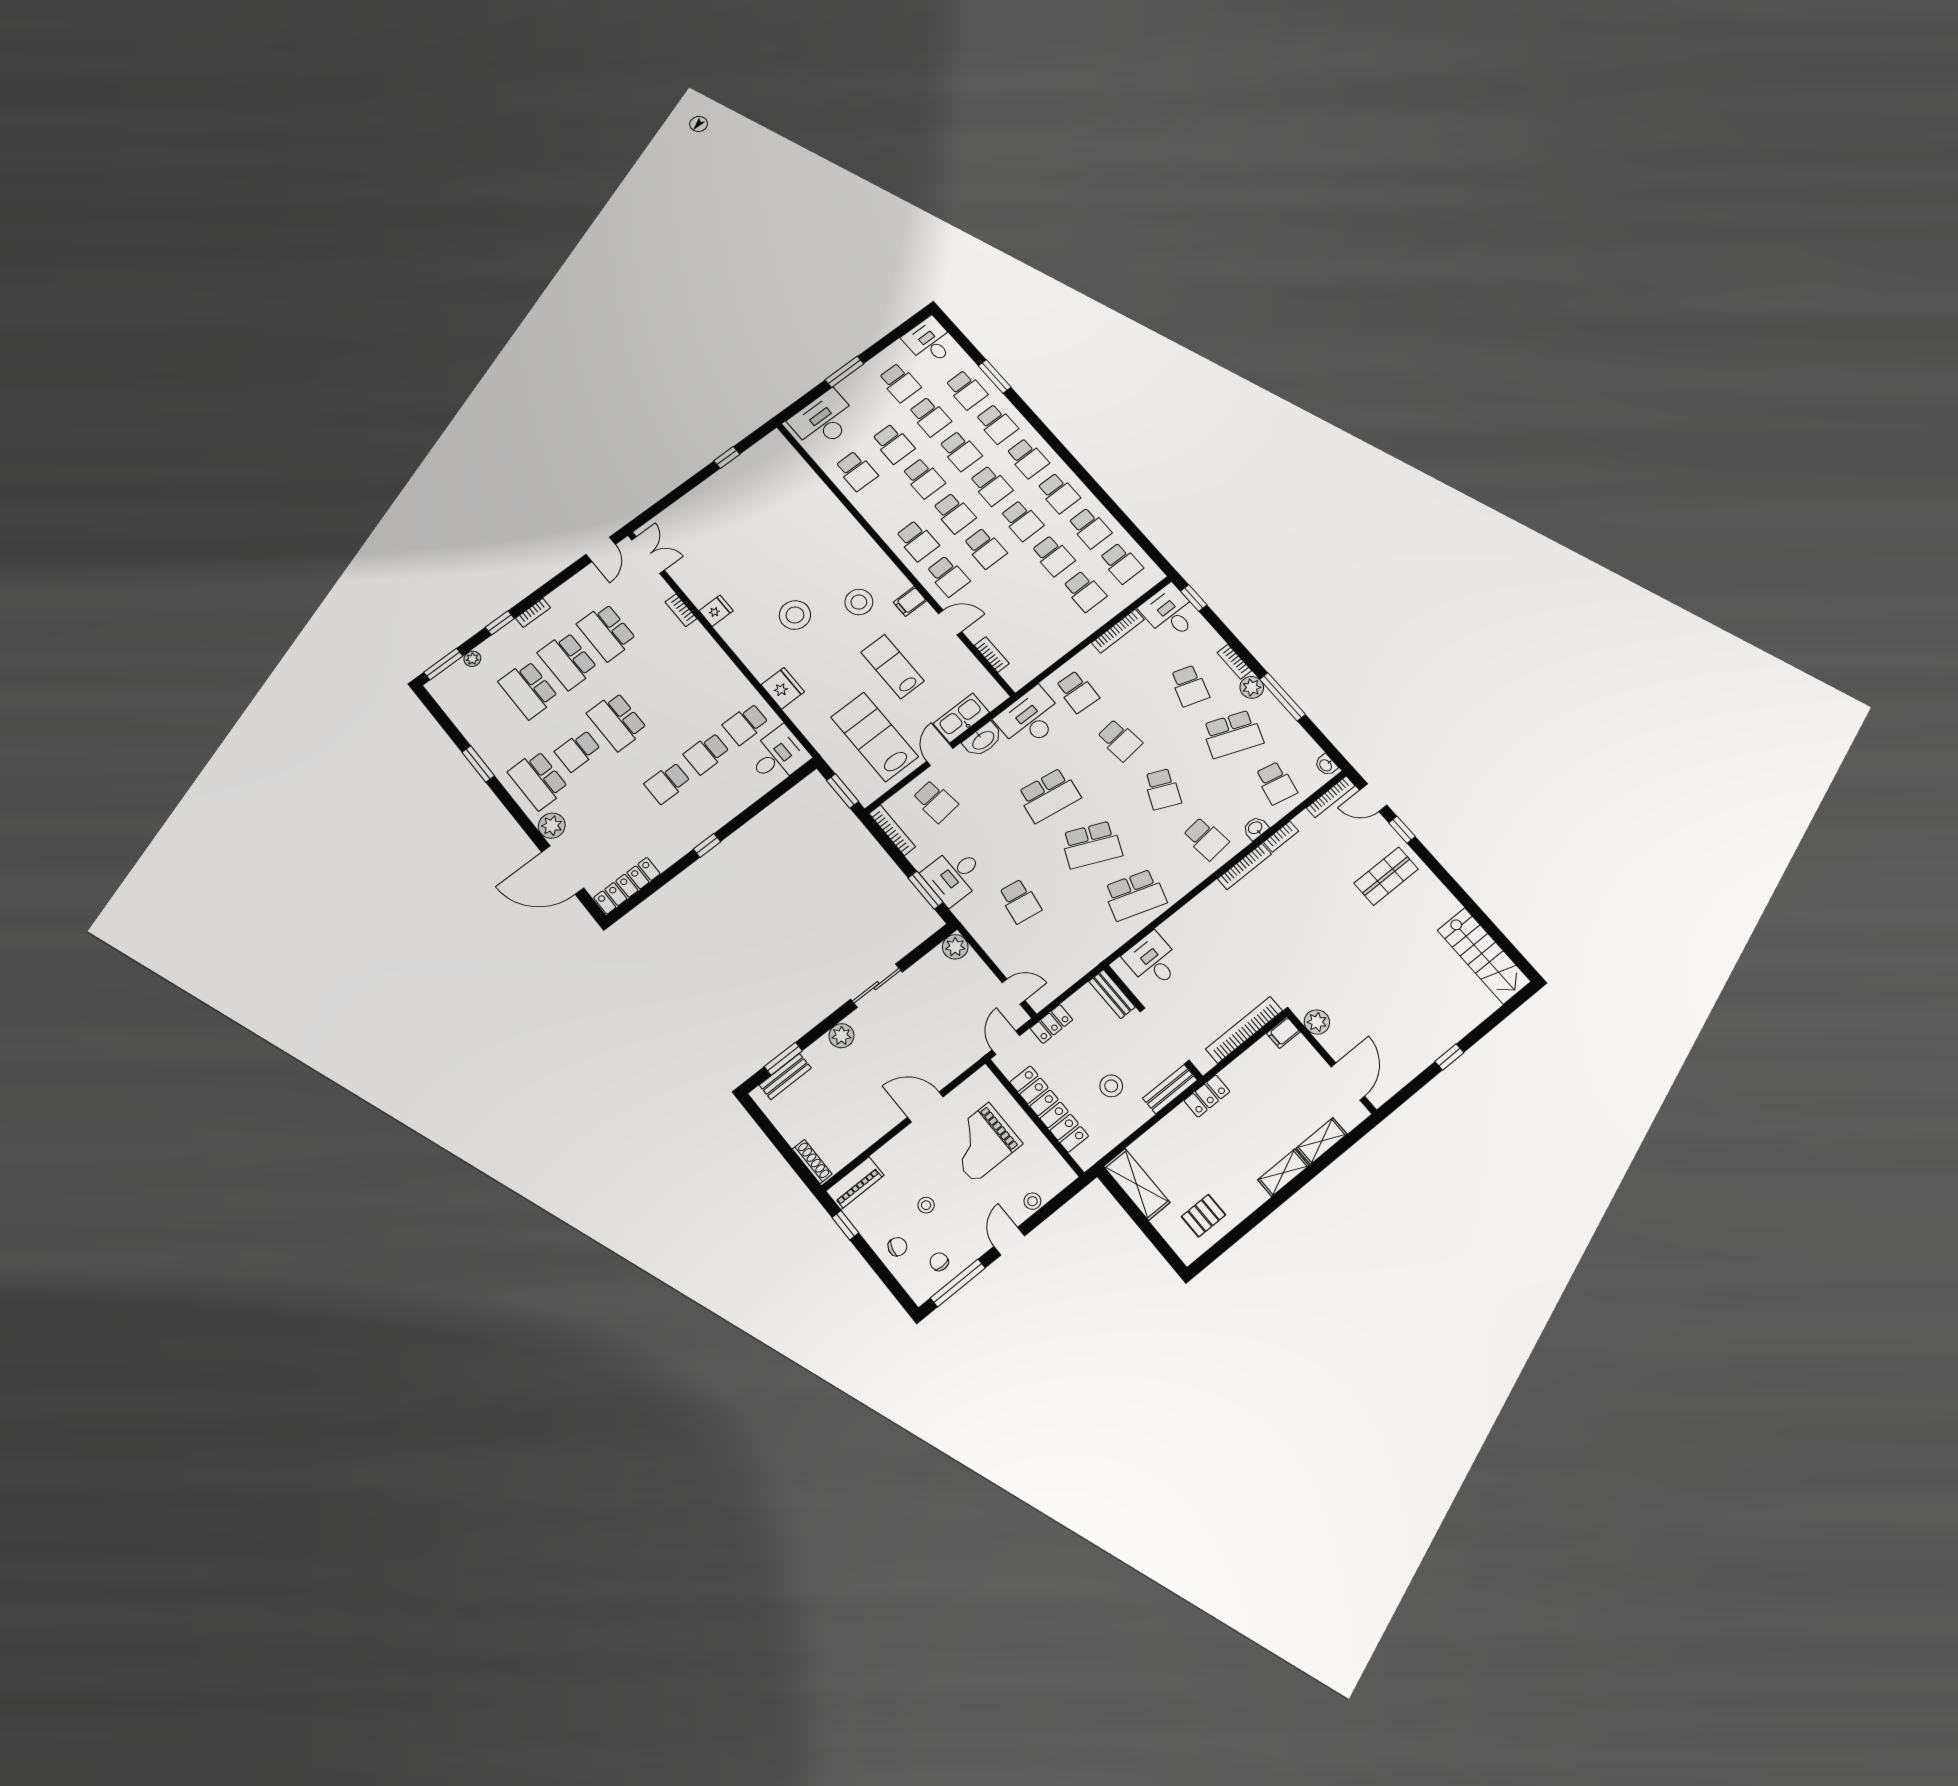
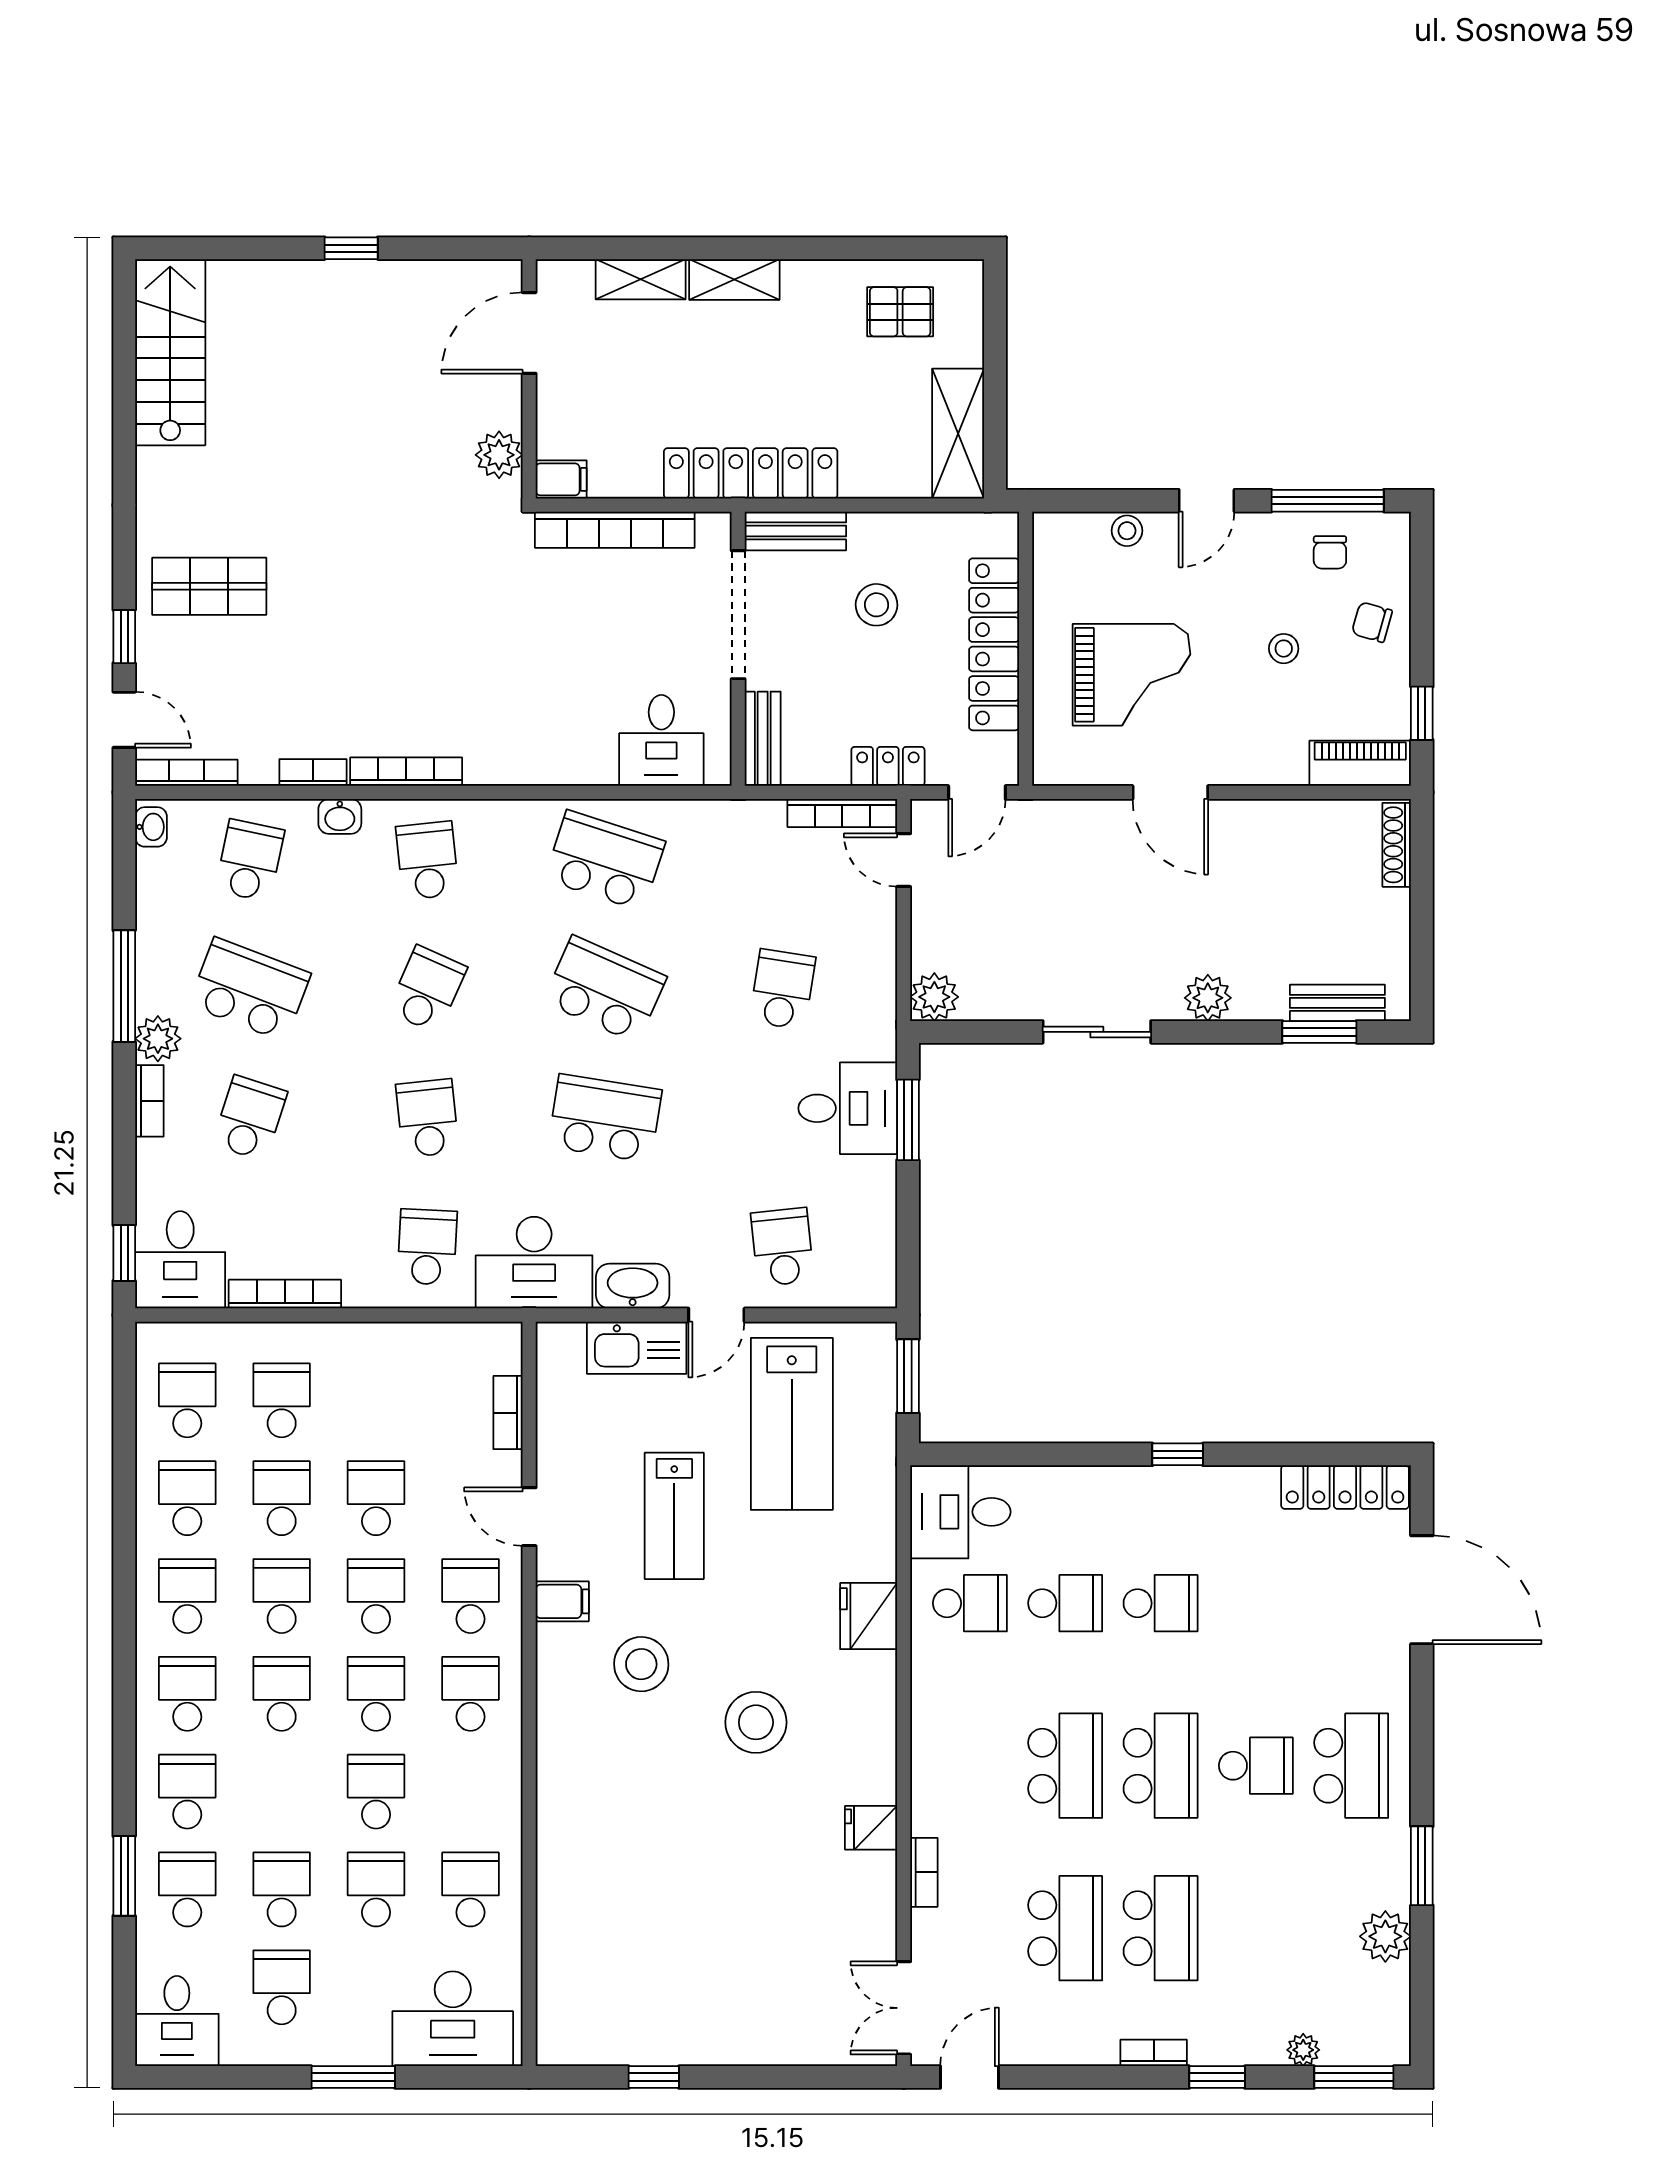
school desk: (960, 451) -> (376, 1498), moved
school desk: (528, 690) -> (1065, 1766), moved
plant: (552, 826) -> (1385, 1936), moved
bookcase: (892, 830) -> (842, 813), moved, turned -90
locker: (1207, 1096) -> (751, 473), width x2.16, depth x1.21

